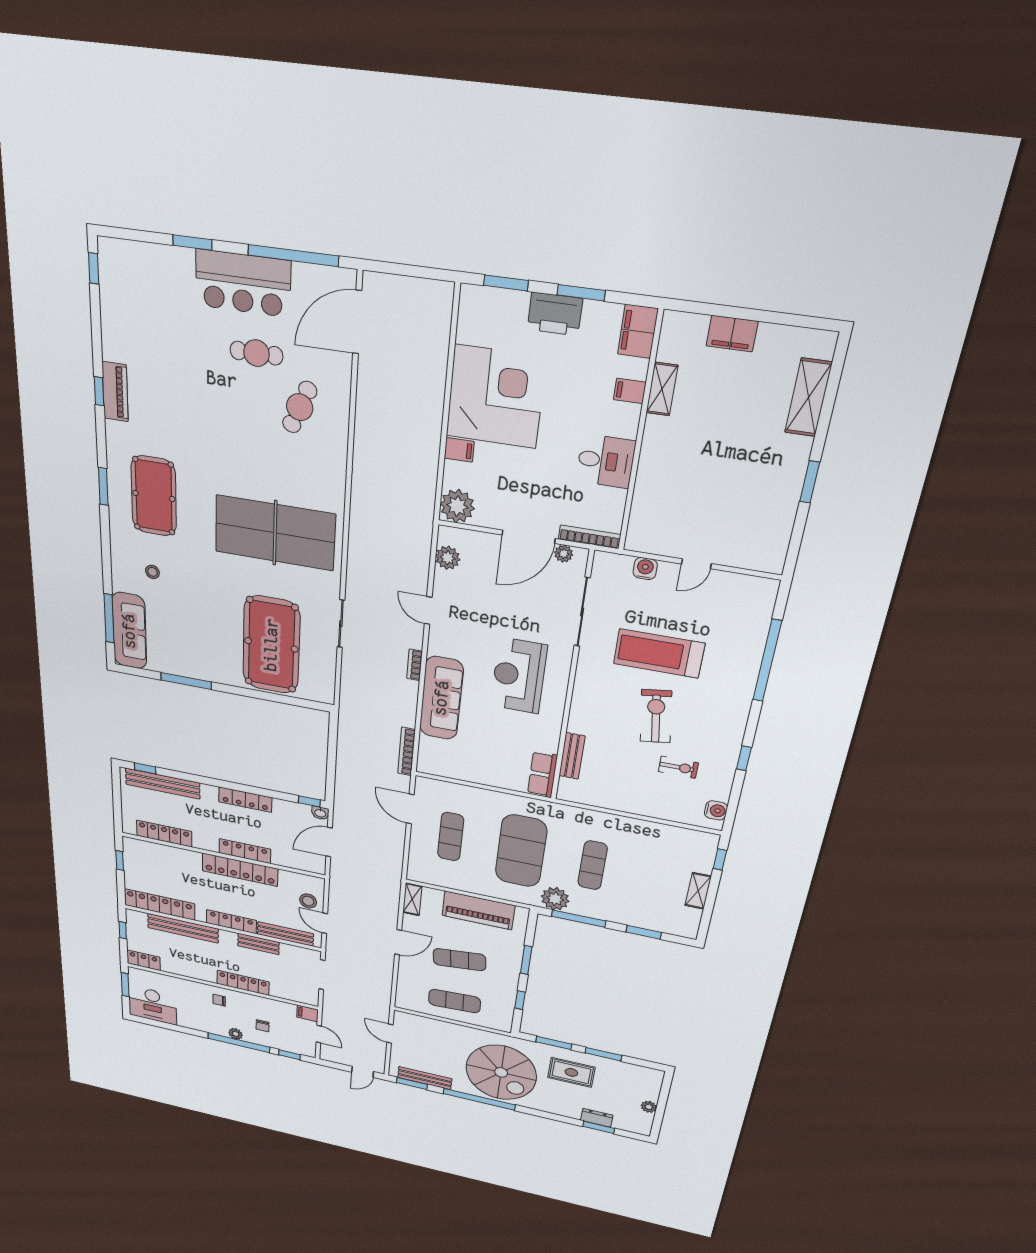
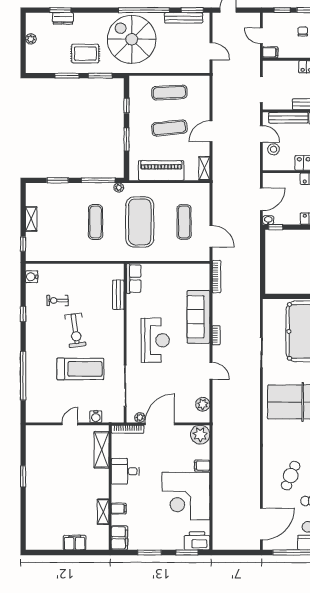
printer: (555, 314) -> (197, 541), moved
shelving: (808, 397) -> (101, 450), moved
plant: (555, 899) -> (119, 188), width x0.53, depth x0.53

